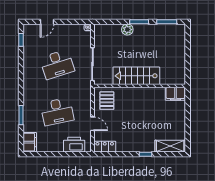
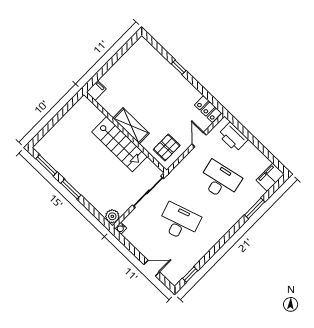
plant: (127, 30) -> (112, 216), moved
filing cabinet: (175, 94) -> (96, 90), width x0.50
shelving: (170, 146) -> (131, 126), moved

